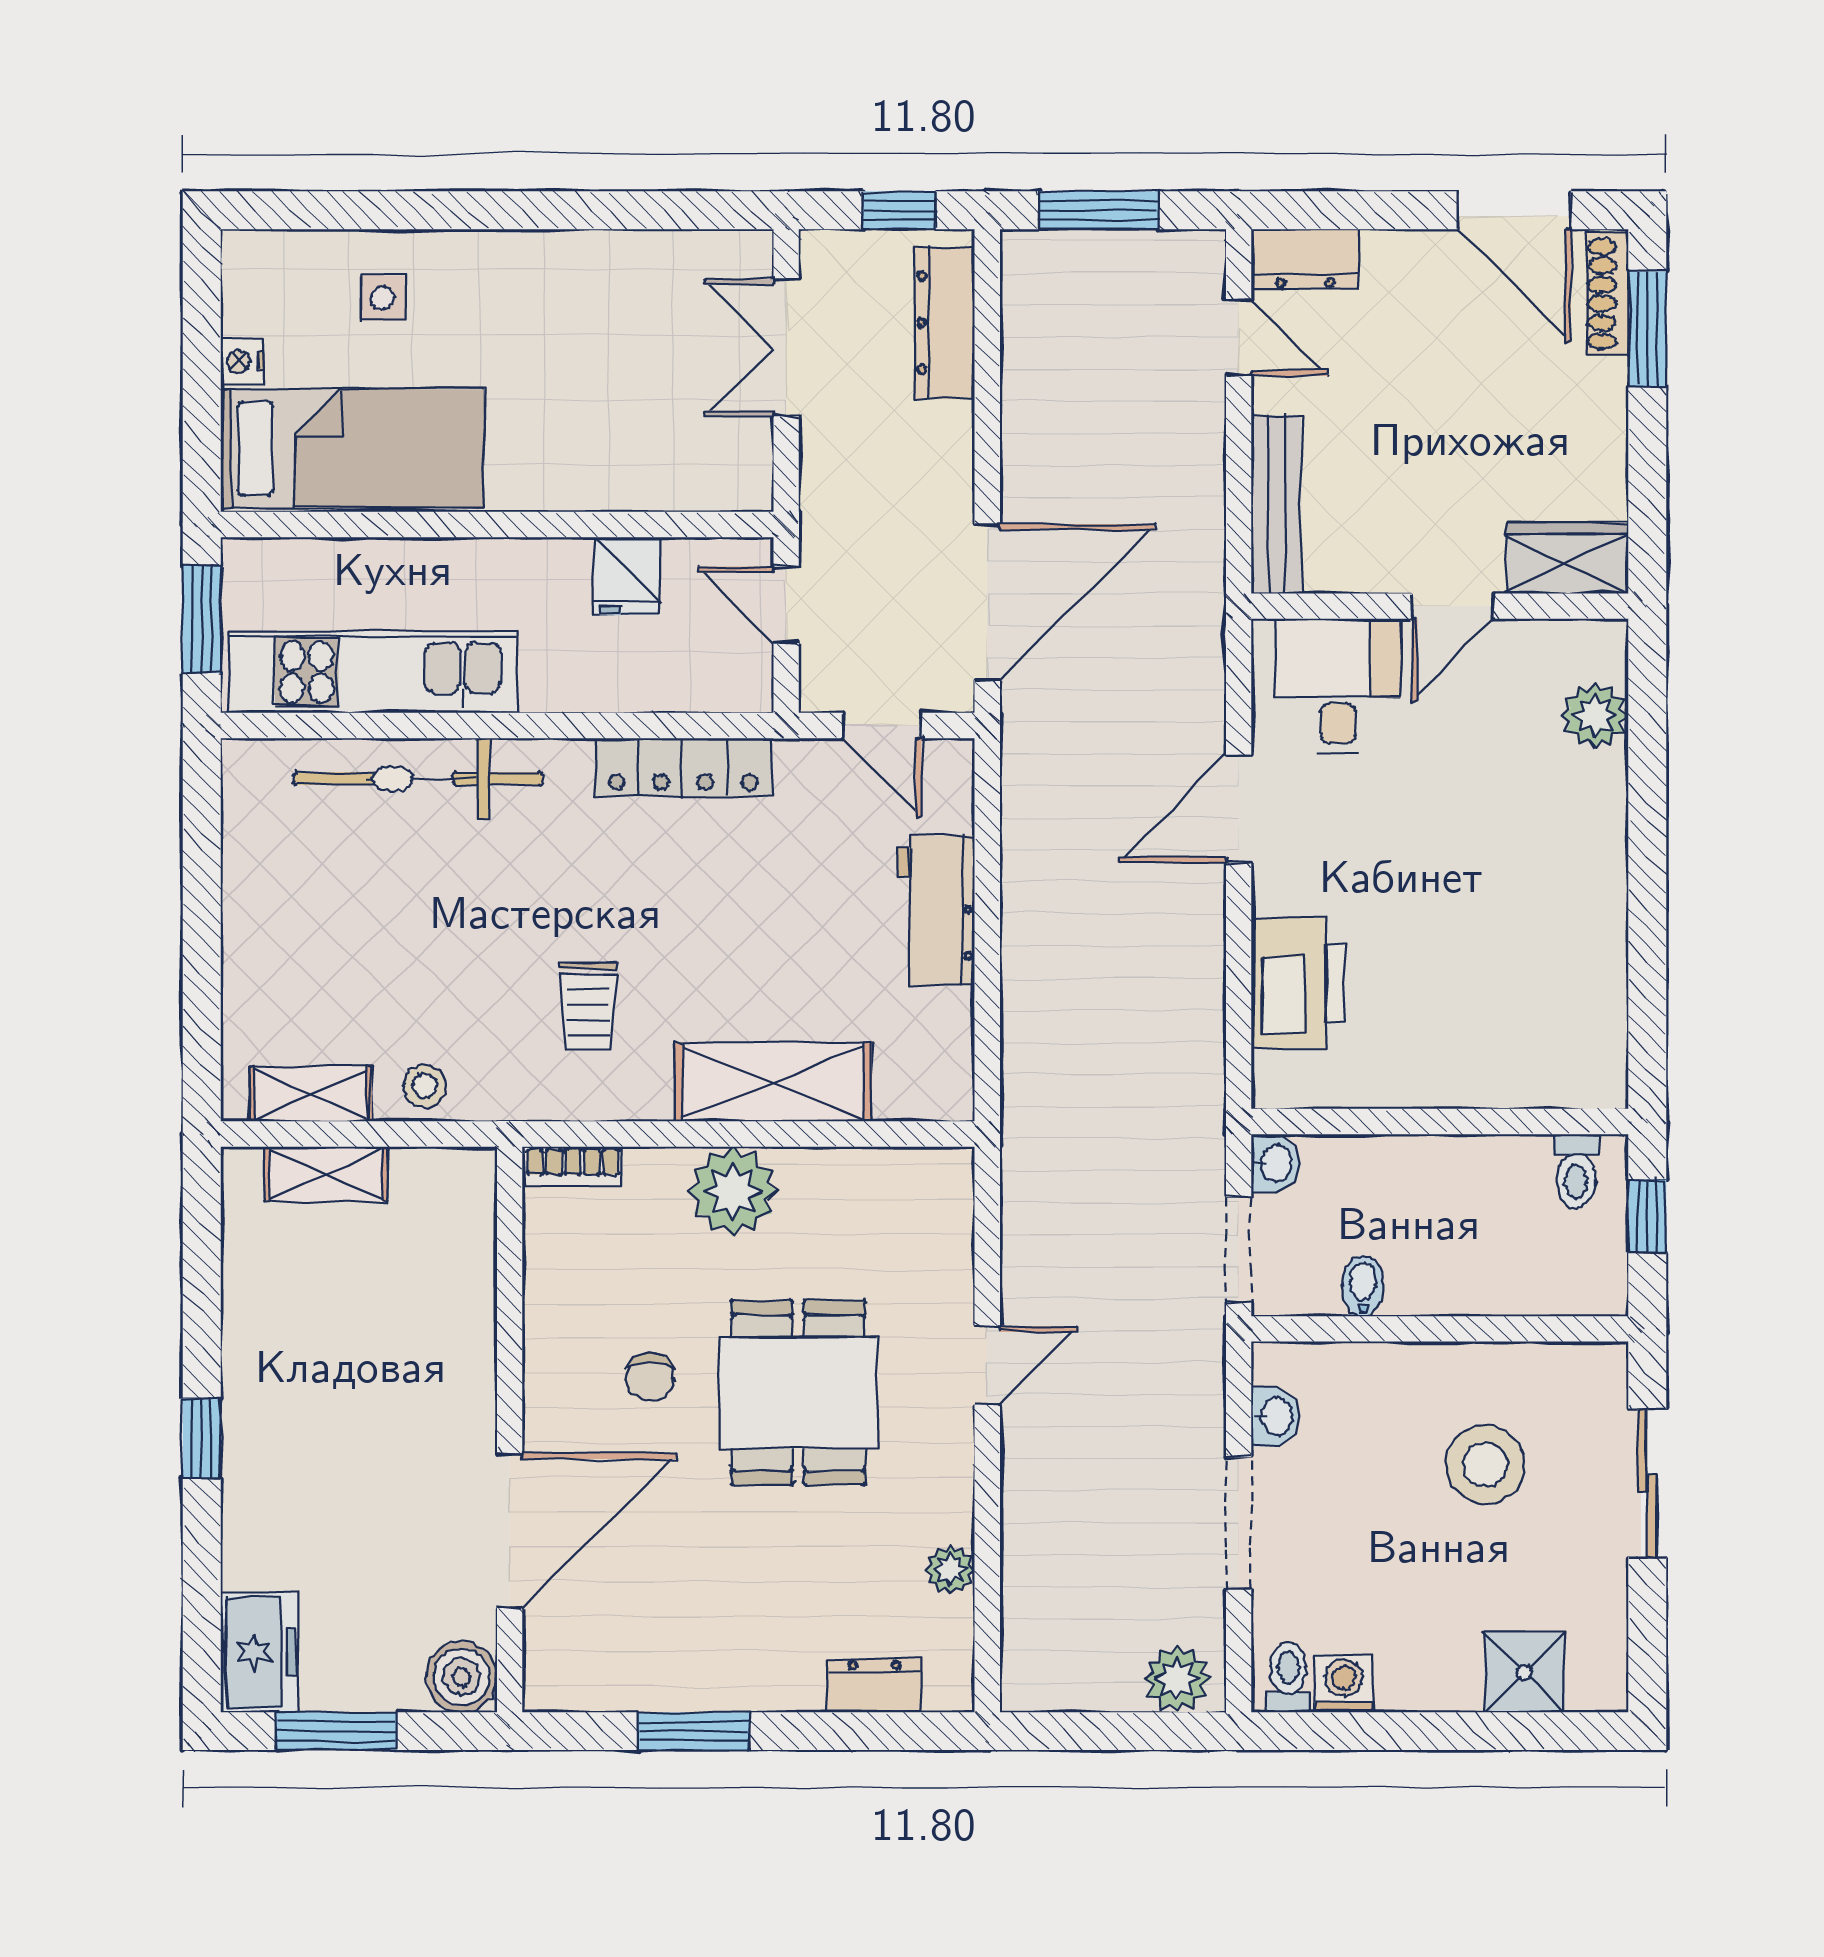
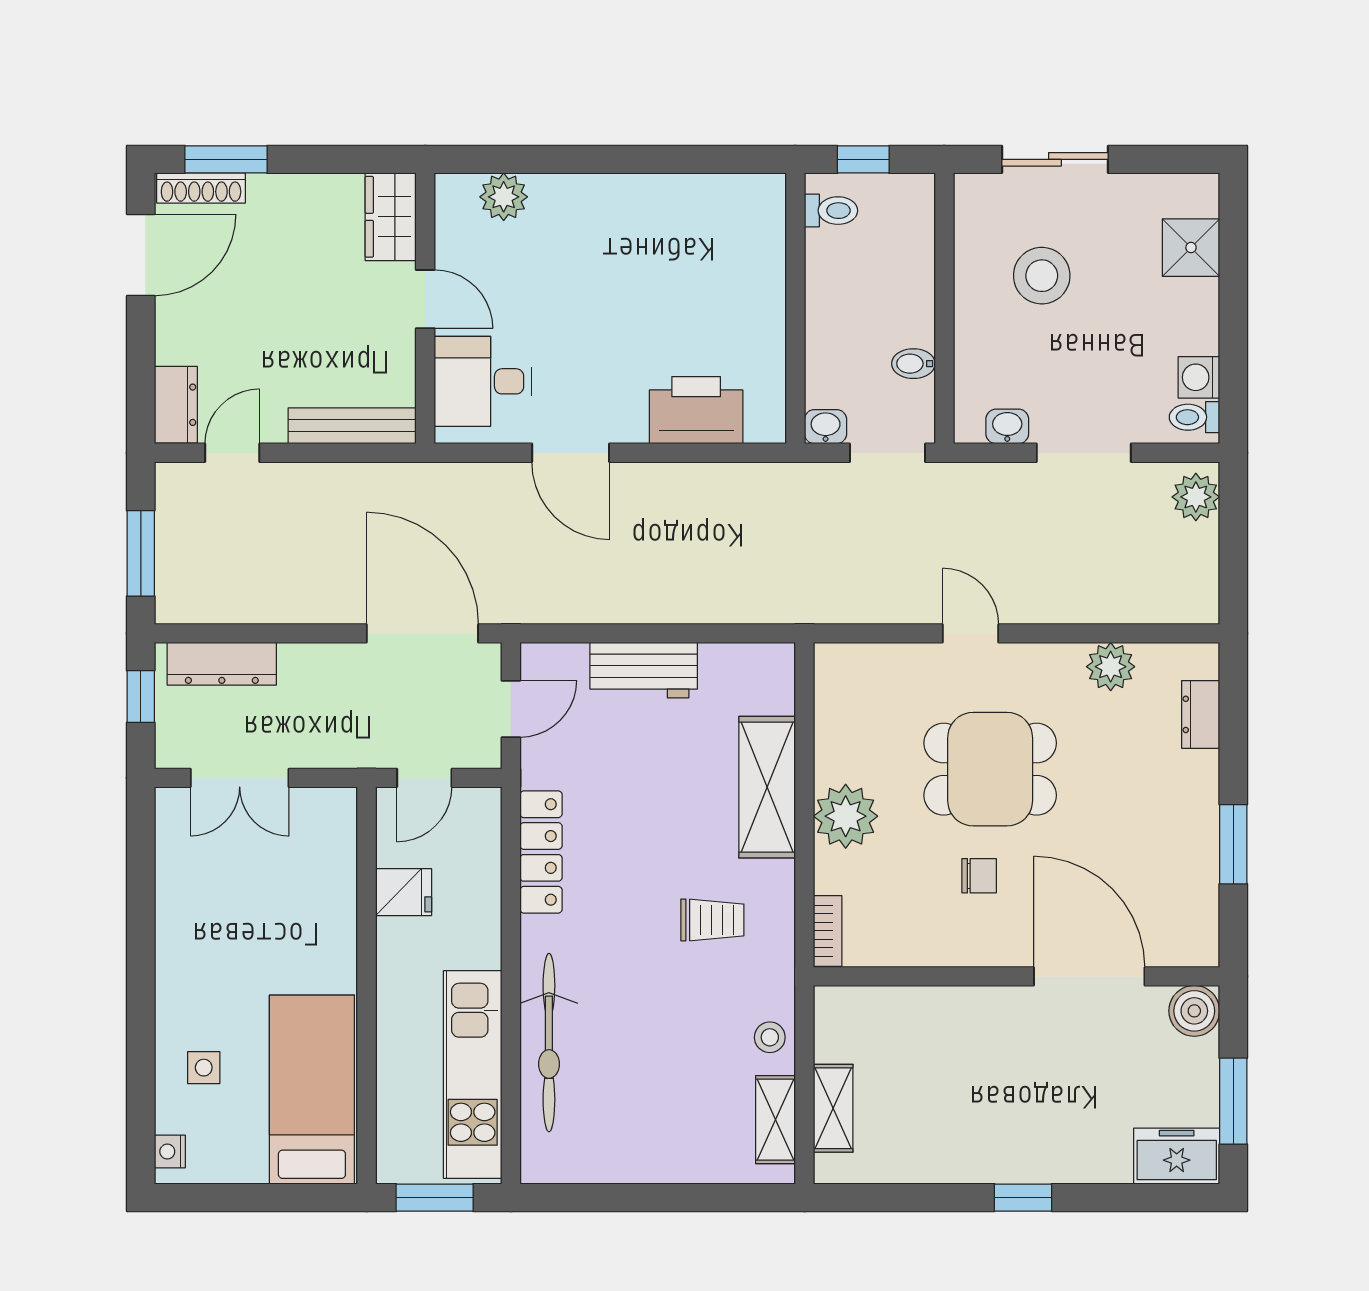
nightstand: (242, 361) -> (170, 1152), moved, turned 90
plant: (950, 1570) -> (1111, 667), width x1.38, depth x1.38

